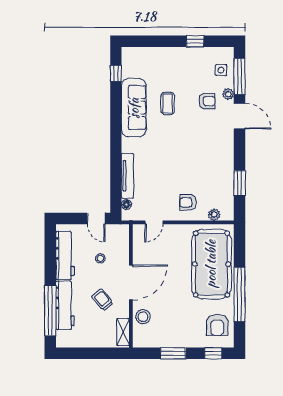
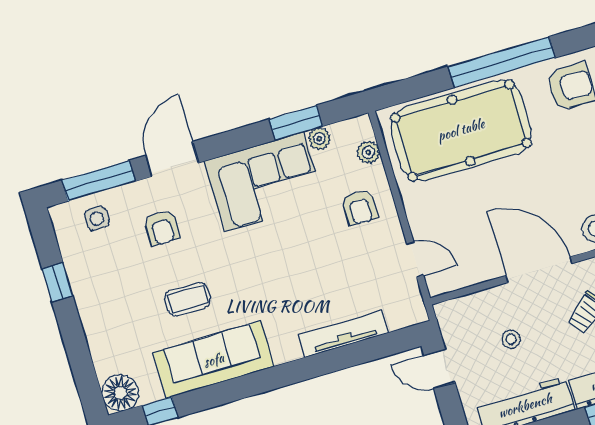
plant: (228, 94) -> (319, 139), moved
armchair: (207, 101) -> (162, 228), turned 180
corner sofa: (215, 159) -> (264, 182), added
floor lamp: (126, 204) -> (120, 393), moved, width x1.89, depth x1.89
door: (96, 218) -> (439, 369), swing flipped

